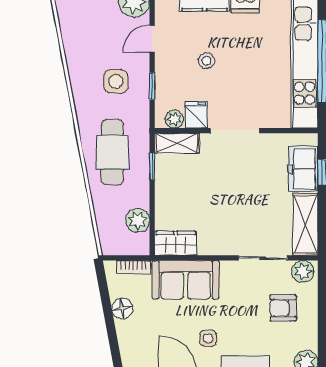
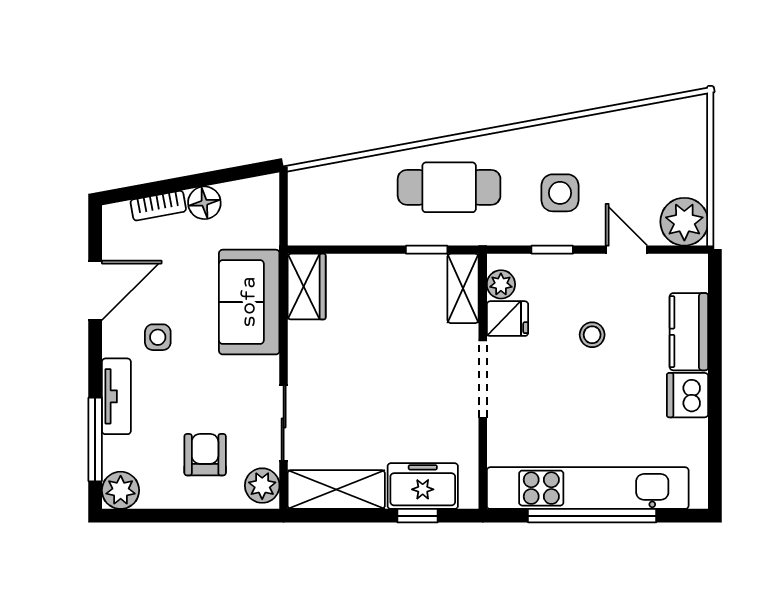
plant: (138, 220) -> (342, 227), removed
bookcase: (133, 267) -> (158, 206), moved, turned -101

